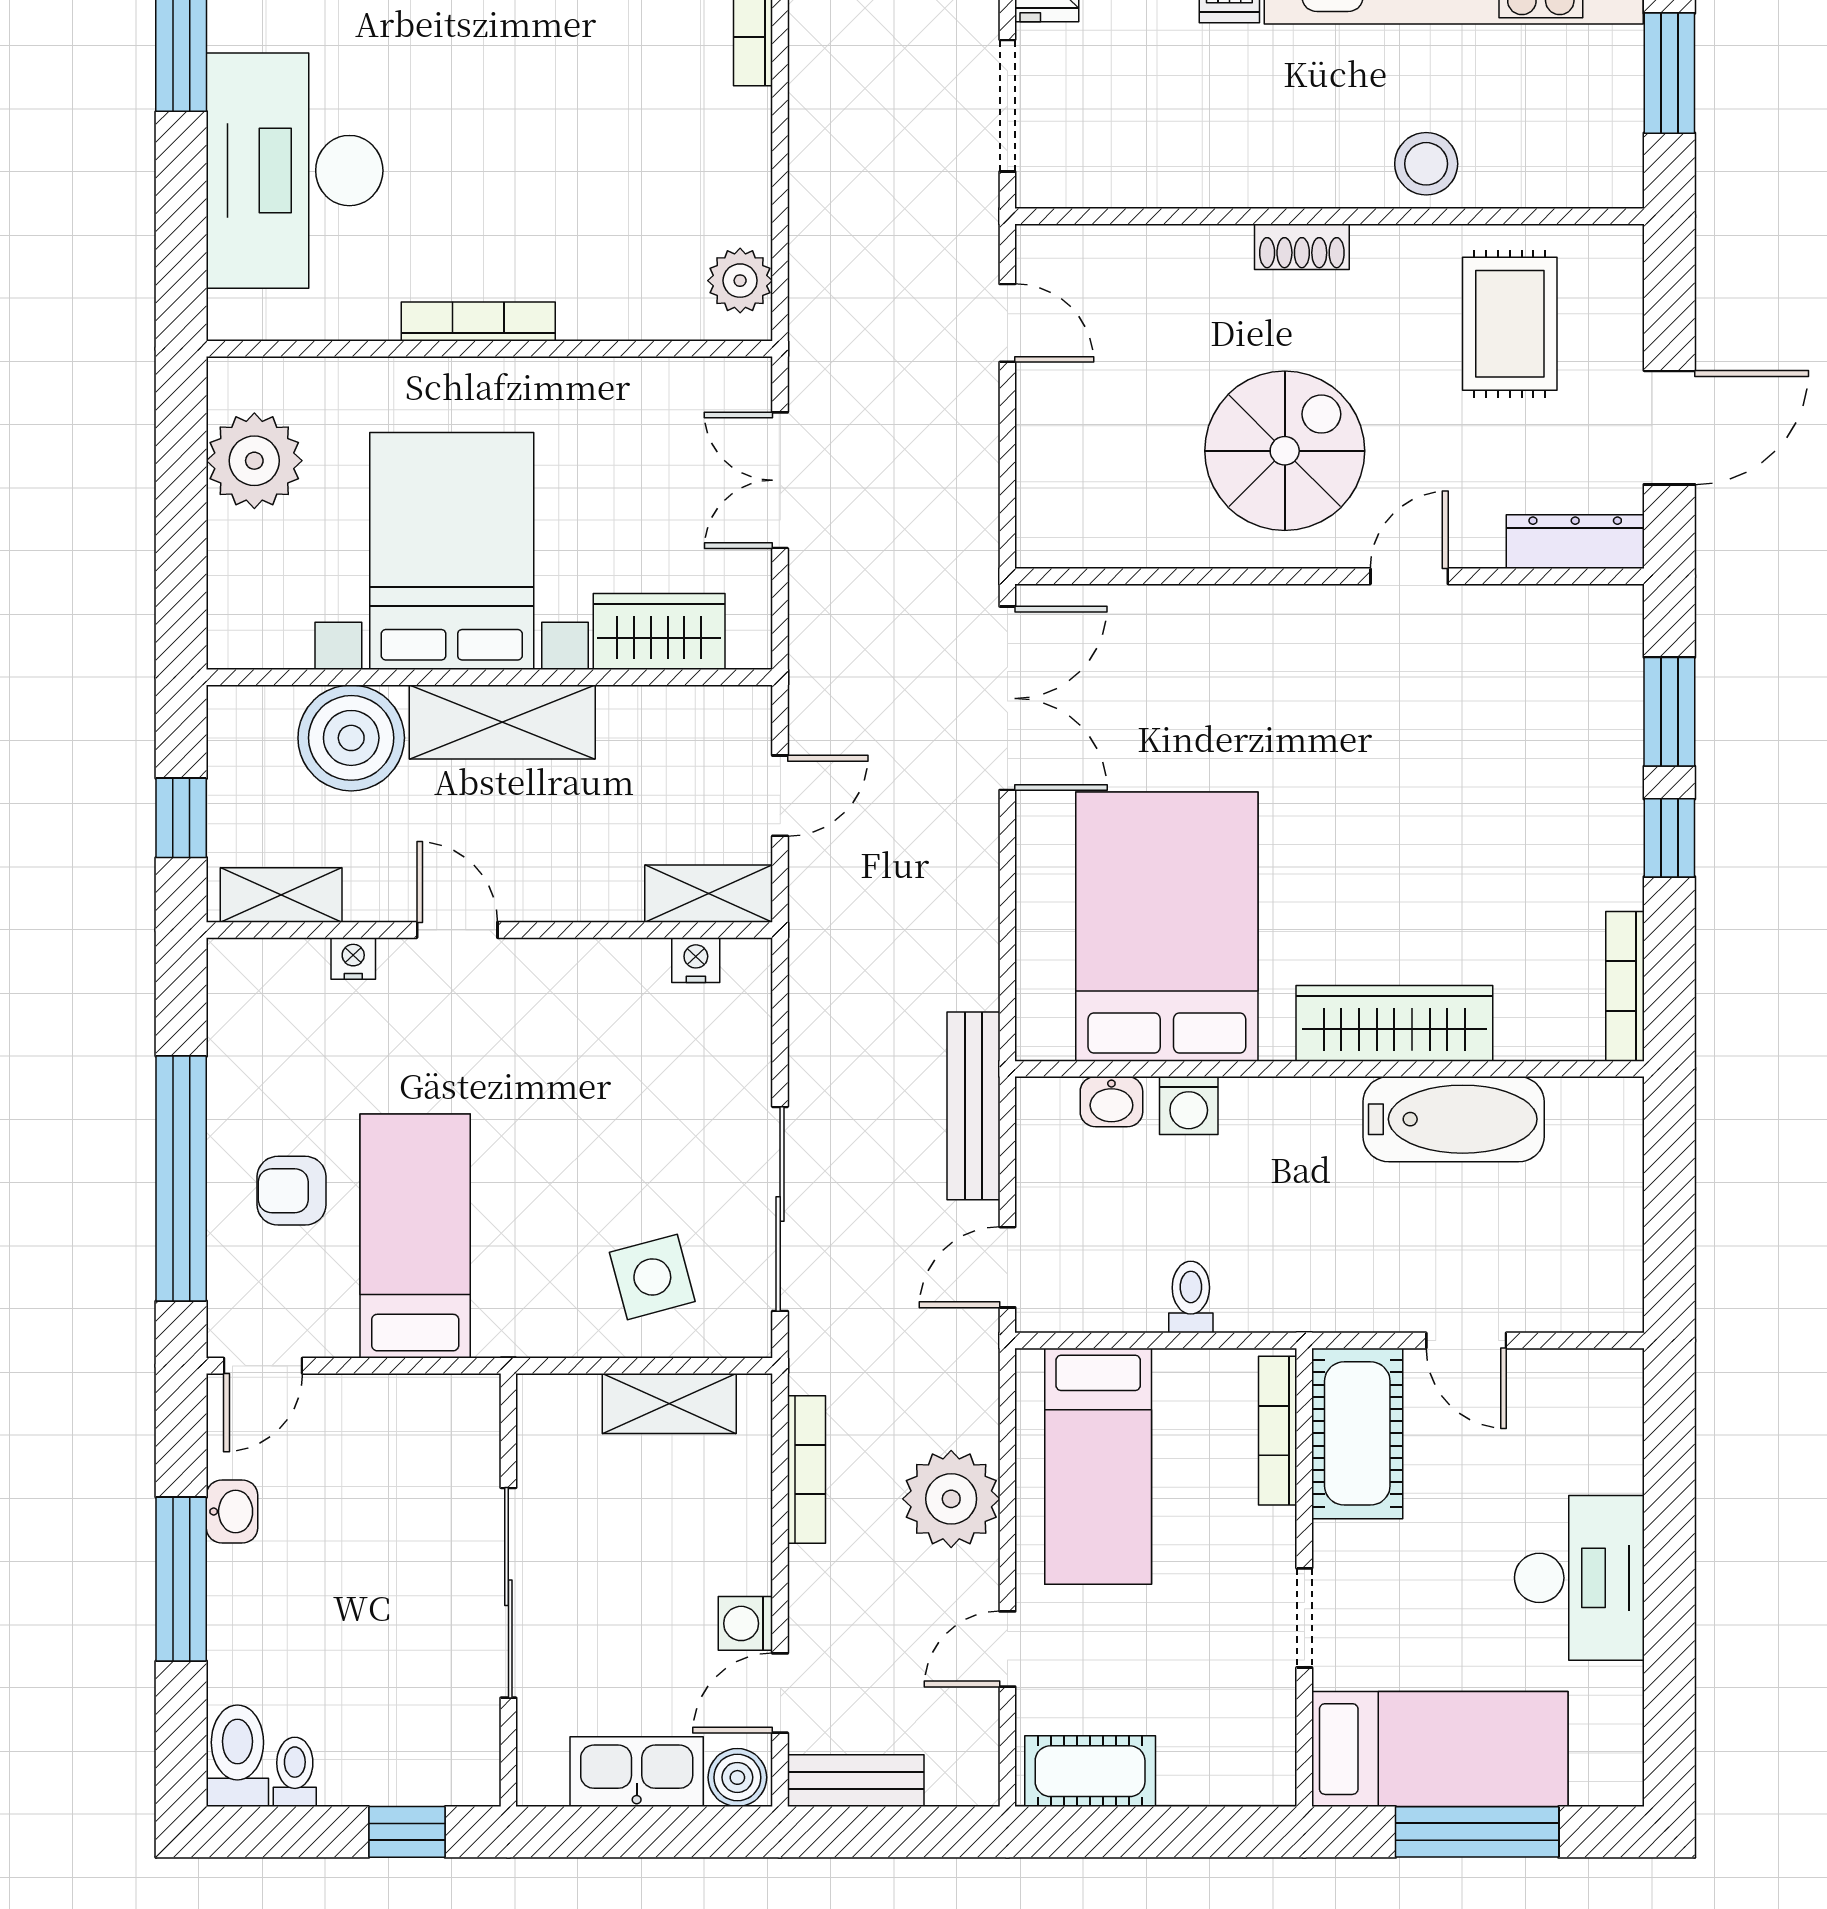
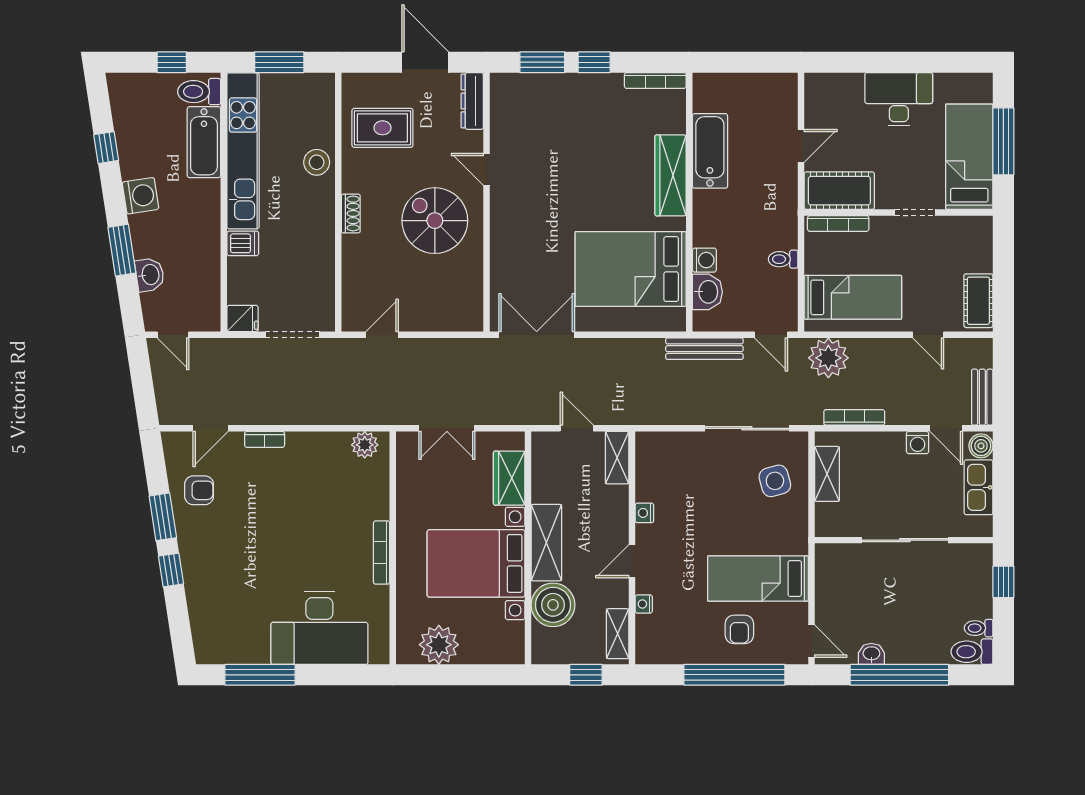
nightstand: (696, 960) -> (644, 513), moved
washbasin: (1111, 1102) -> (707, 292), width x1.38, depth x1.45
plant: (951, 1499) -> (828, 358), moved
window: (181, 1579) -> (899, 675), width x1.46

